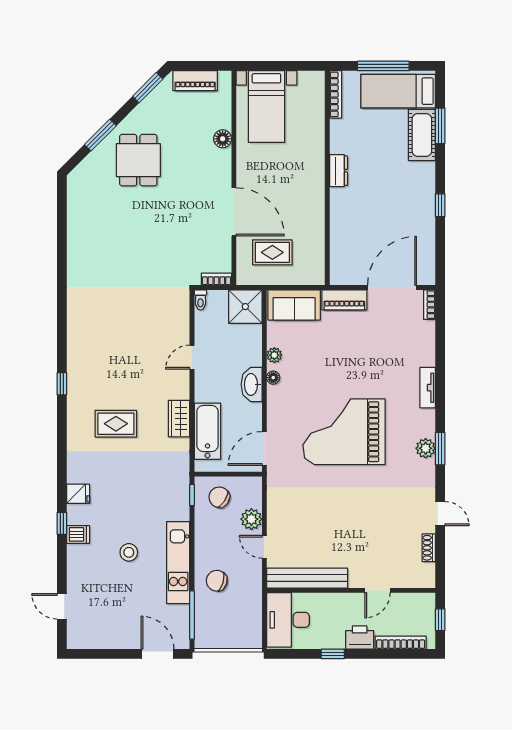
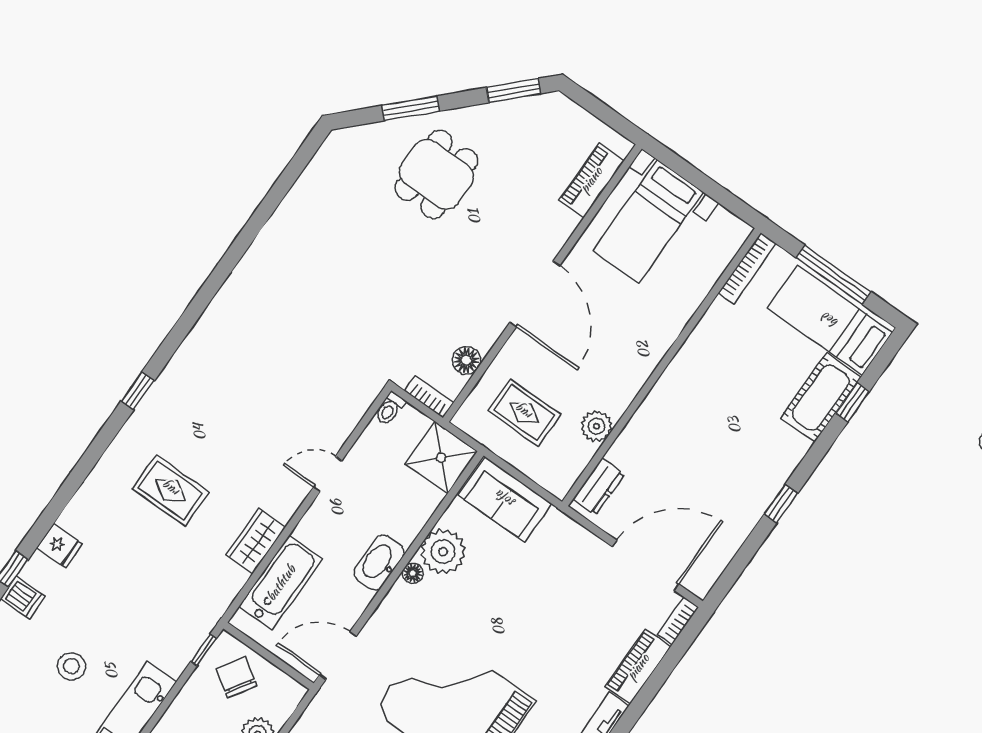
piano: (195, 81) -> (591, 180), moved, turned 90
window: (440, 126) -> (852, 402), width x0.67
floor lamp: (223, 139) -> (466, 360), moved
dresser: (339, 171) -> (599, 487), moved
door: (234, 212) -> (535, 294), moved
plant: (315, 233) -> (597, 426), added
piano: (344, 300) -> (638, 667), moved, turned 90
plant: (274, 355) -> (443, 552), width x1.87, depth x1.87

